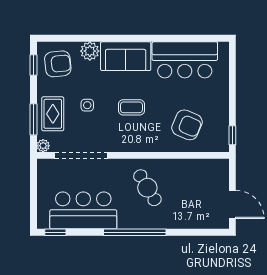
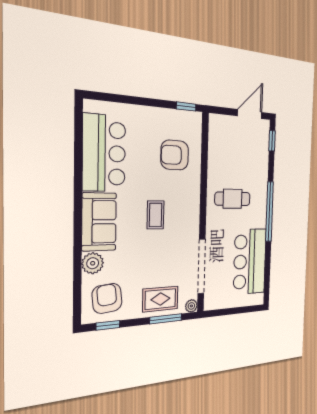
side table: (87, 105) -> (152, 263), removed
armchair: (187, 125) -> (175, 155), turned -113
cafe table: (147, 188) -> (233, 199), turned 31
window: (55, 232) -> (272, 141), moved

